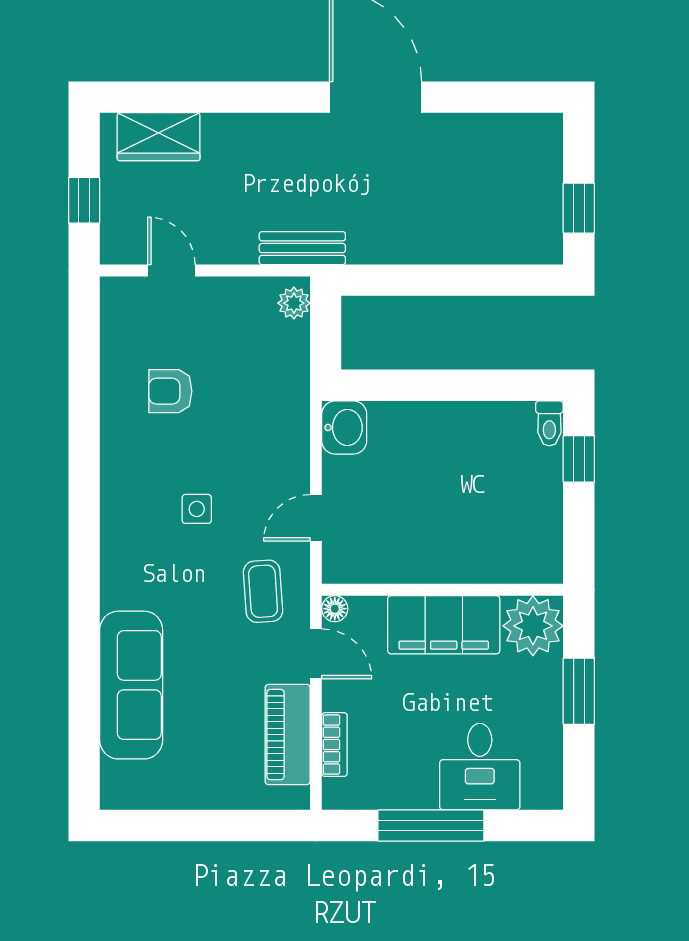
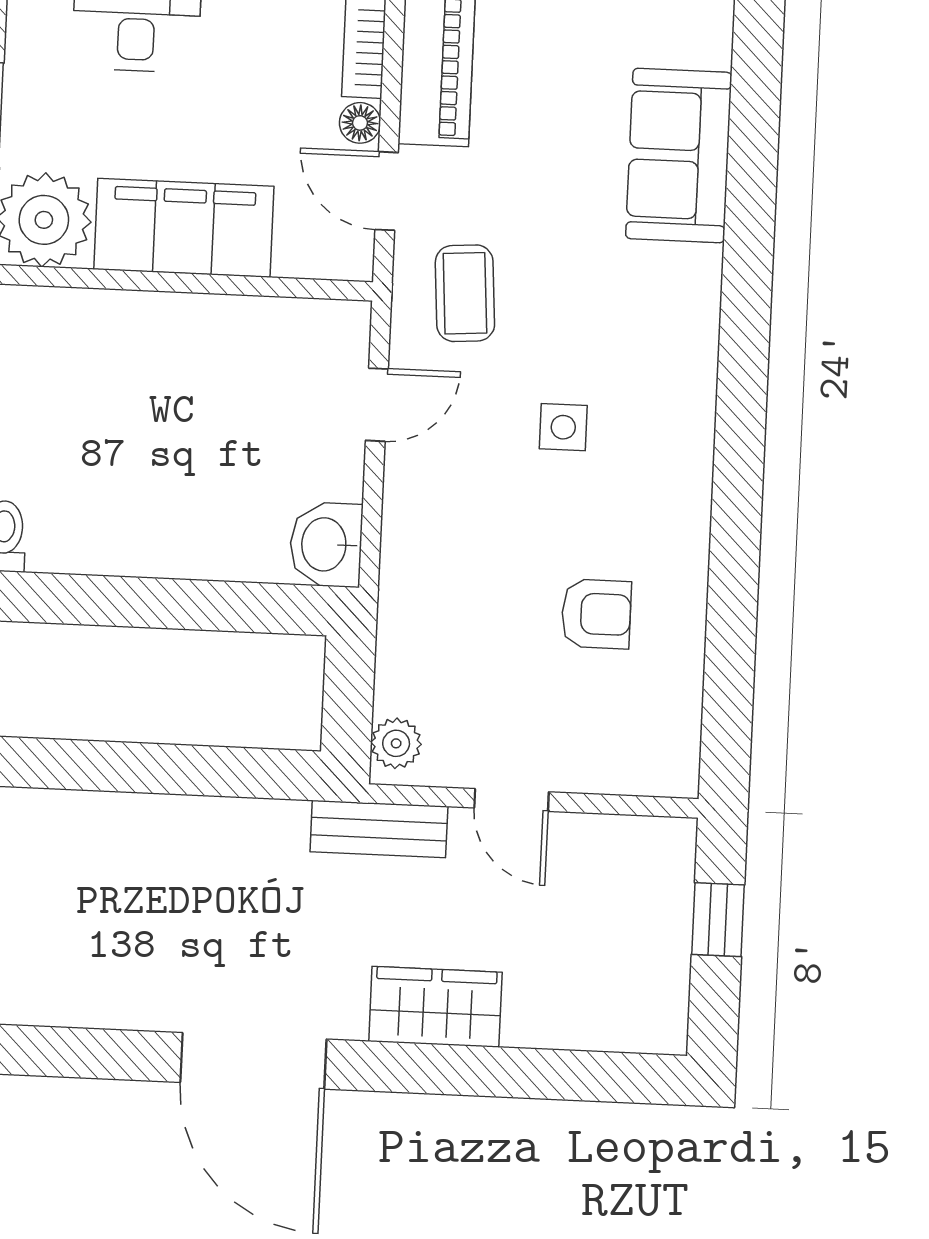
wardrobe: (159, 137) -> (435, 1007), moved
door: (171, 270) -> (512, 800), moved
floor lamp: (335, 609) -> (360, 123), moved
sofa: (131, 685) -> (679, 155), width x0.73

